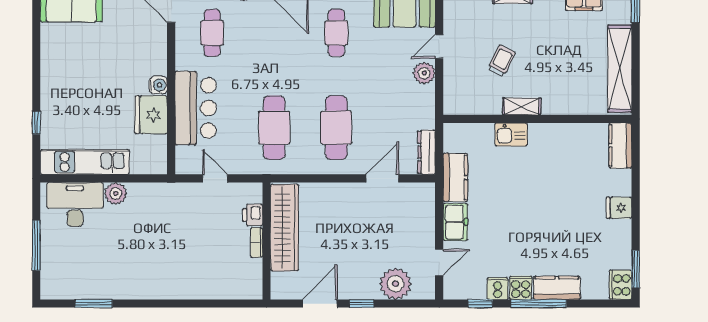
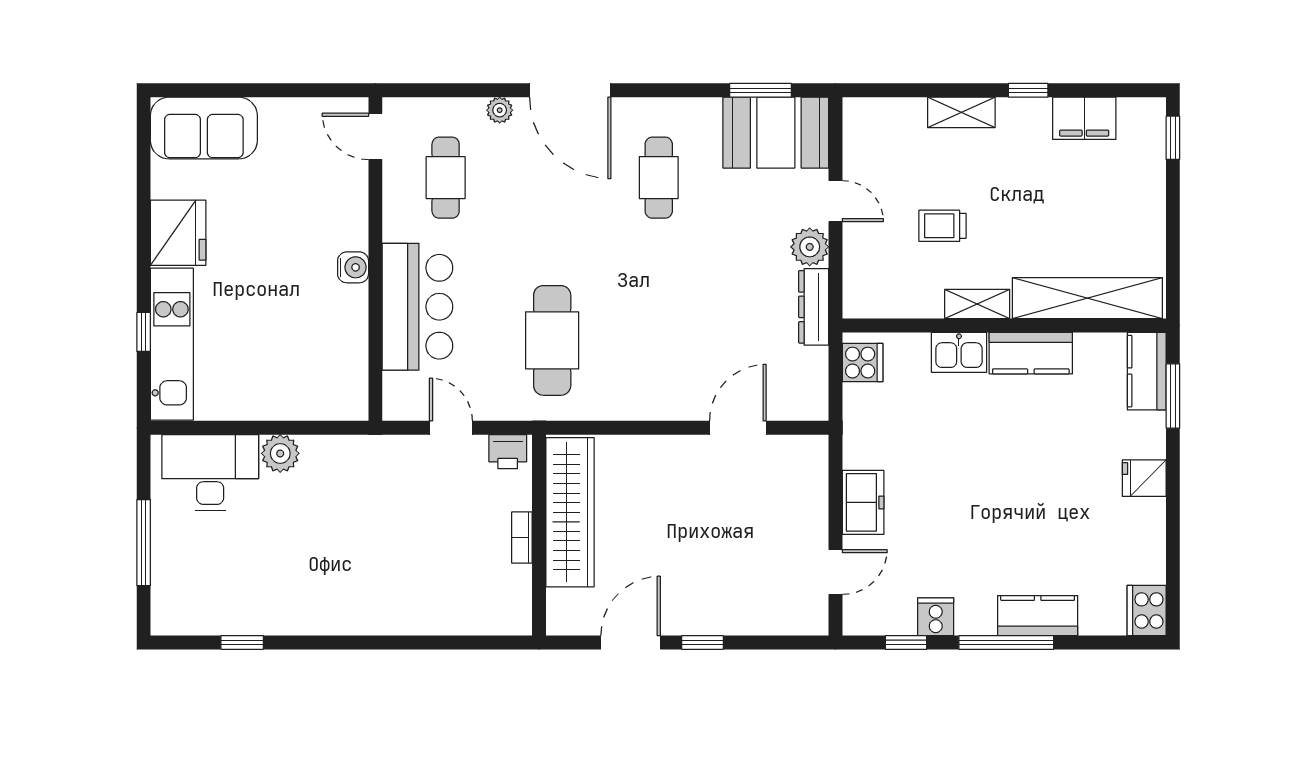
door: (439, 46) -> (836, 201), swing flipped
trolley: (502, 61) -> (943, 226), turned -117
shelving: (620, 69) -> (1087, 298), moved, turned 90
fridge: (151, 115) -> (178, 233), moved, turned 180
cafe table: (336, 128) -> (659, 340), removed
dresser: (426, 152) -> (814, 307), moved
kitchen unit: (85, 162) -> (172, 344), moved, turned 90
kitchen counter: (455, 177) -> (1031, 353), moved, turned 90
printer: (253, 215) -> (508, 452), moved, turned -90
window: (636, 269) -> (1173, 396), moved
plant: (395, 284) -> (760, 609), removed
cooker: (521, 288) -> (863, 363), moved, turned 90
window: (94, 304) -> (242, 642), width x0.67

